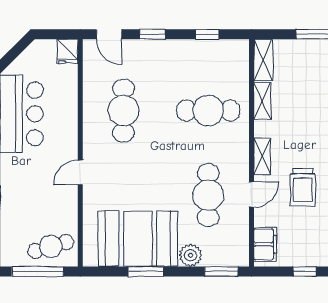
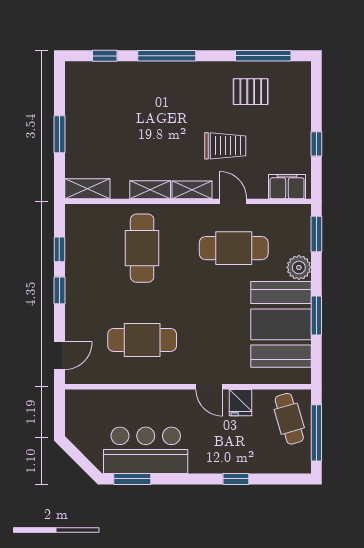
window: (152, 34) -> (59, 290), moved
fridge: (68, 51) -> (240, 403), moved, turned 90
shelving: (262, 101) -> (150, 190), moved

